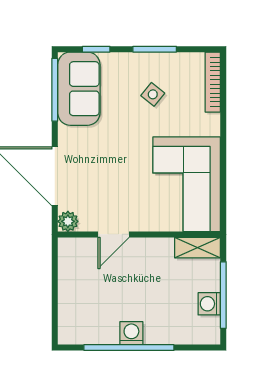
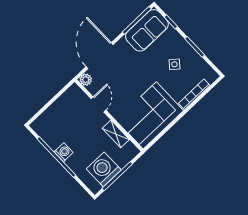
bookcase: (213, 82) -> (194, 94), moved
door: (114, 234) -> (99, 104), swing flipped
shelving: (198, 248) -> (116, 134), moved
washing machine: (209, 304) -> (104, 169), width x1.89, depth x1.89

